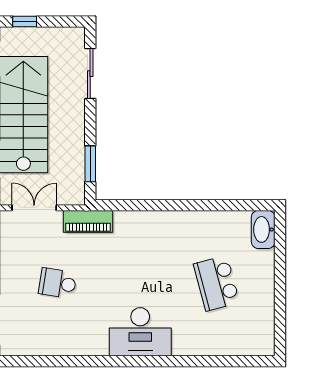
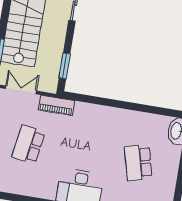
school desk: (58, 283) -> (28, 145), width x1.85

